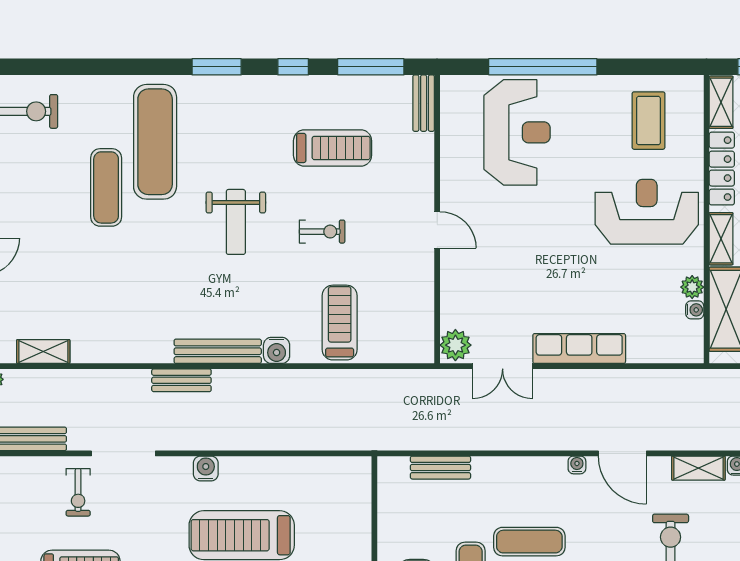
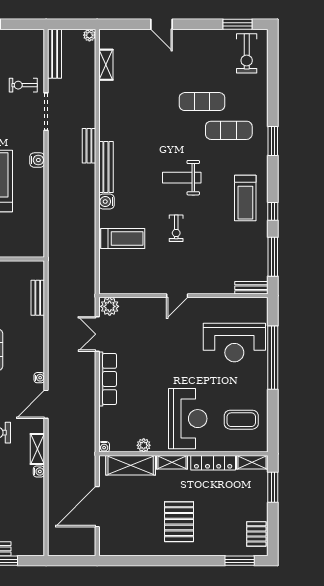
window: (217, 67) -> (273, 141), moved
exercise mat: (155, 142) -> (229, 130), width x0.73, depth x0.69
treadmill: (333, 148) -> (245, 198), moved
water cooler: (695, 310) -> (104, 447), moved

